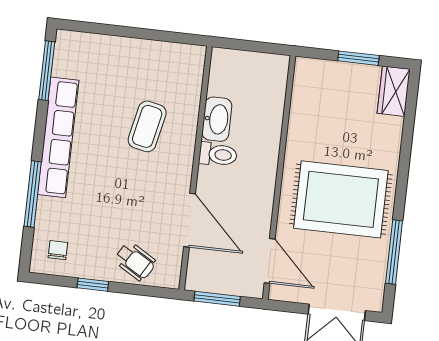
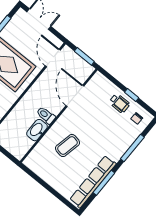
window: (47, 71) -> (104, 183), moved
row of seats: (58, 137) -> (93, 182), moved
wheelchair: (135, 261) -> (119, 103), moved, turned 149

